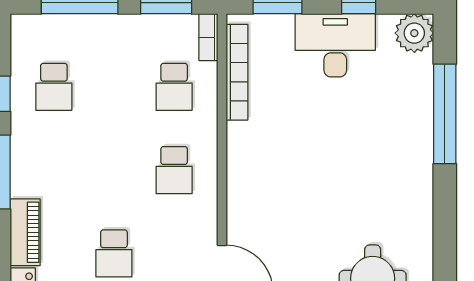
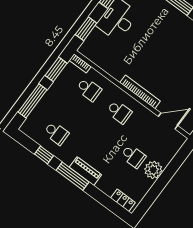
bookcase: (237, 72) -> (140, 92), moved
piano: (25, 232) -> (85, 171), moved

